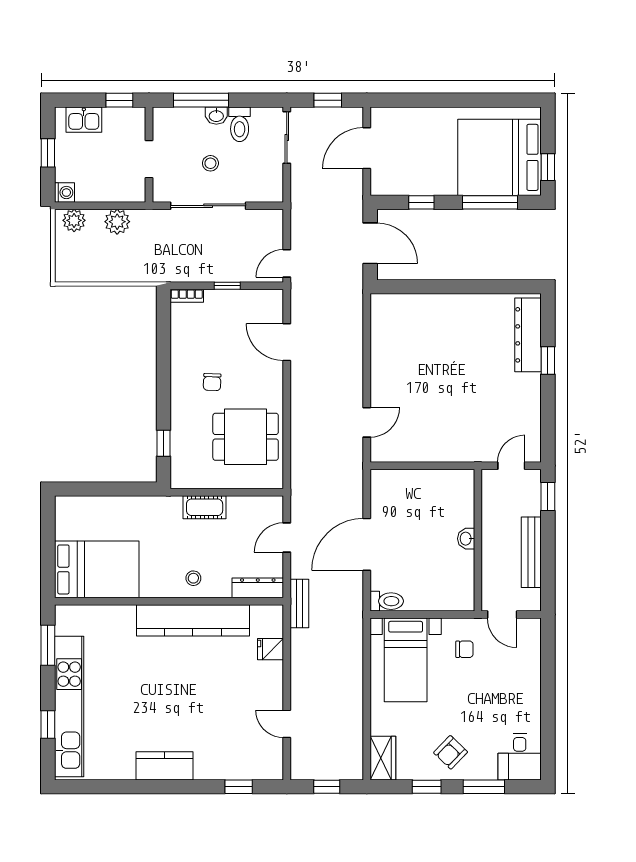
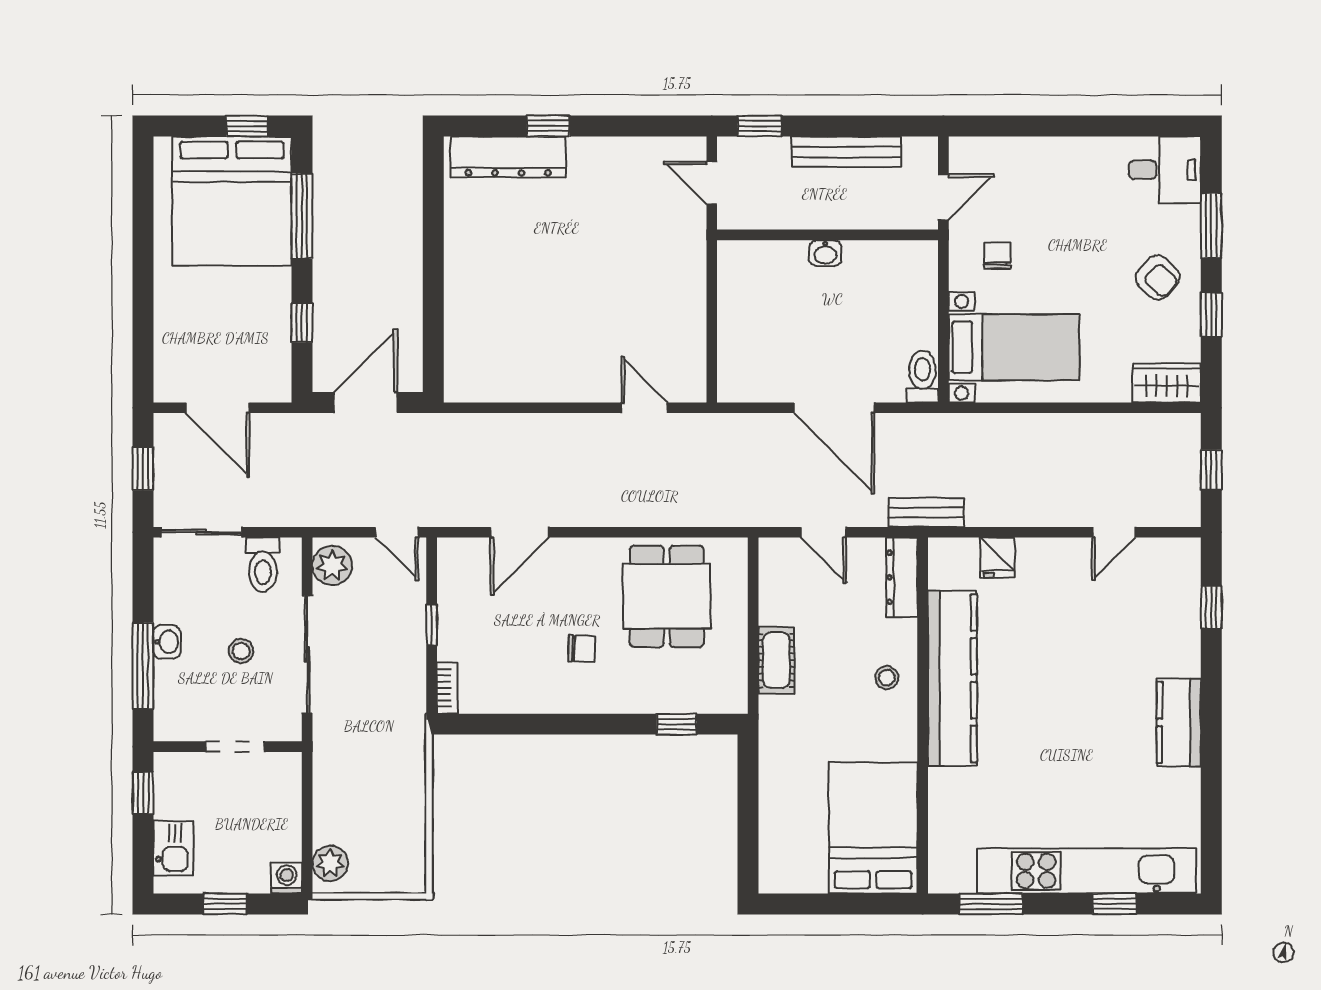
toilet: (240, 124) -> (263, 565), moved, turned 90
plant: (117, 222) -> (332, 565), moved

